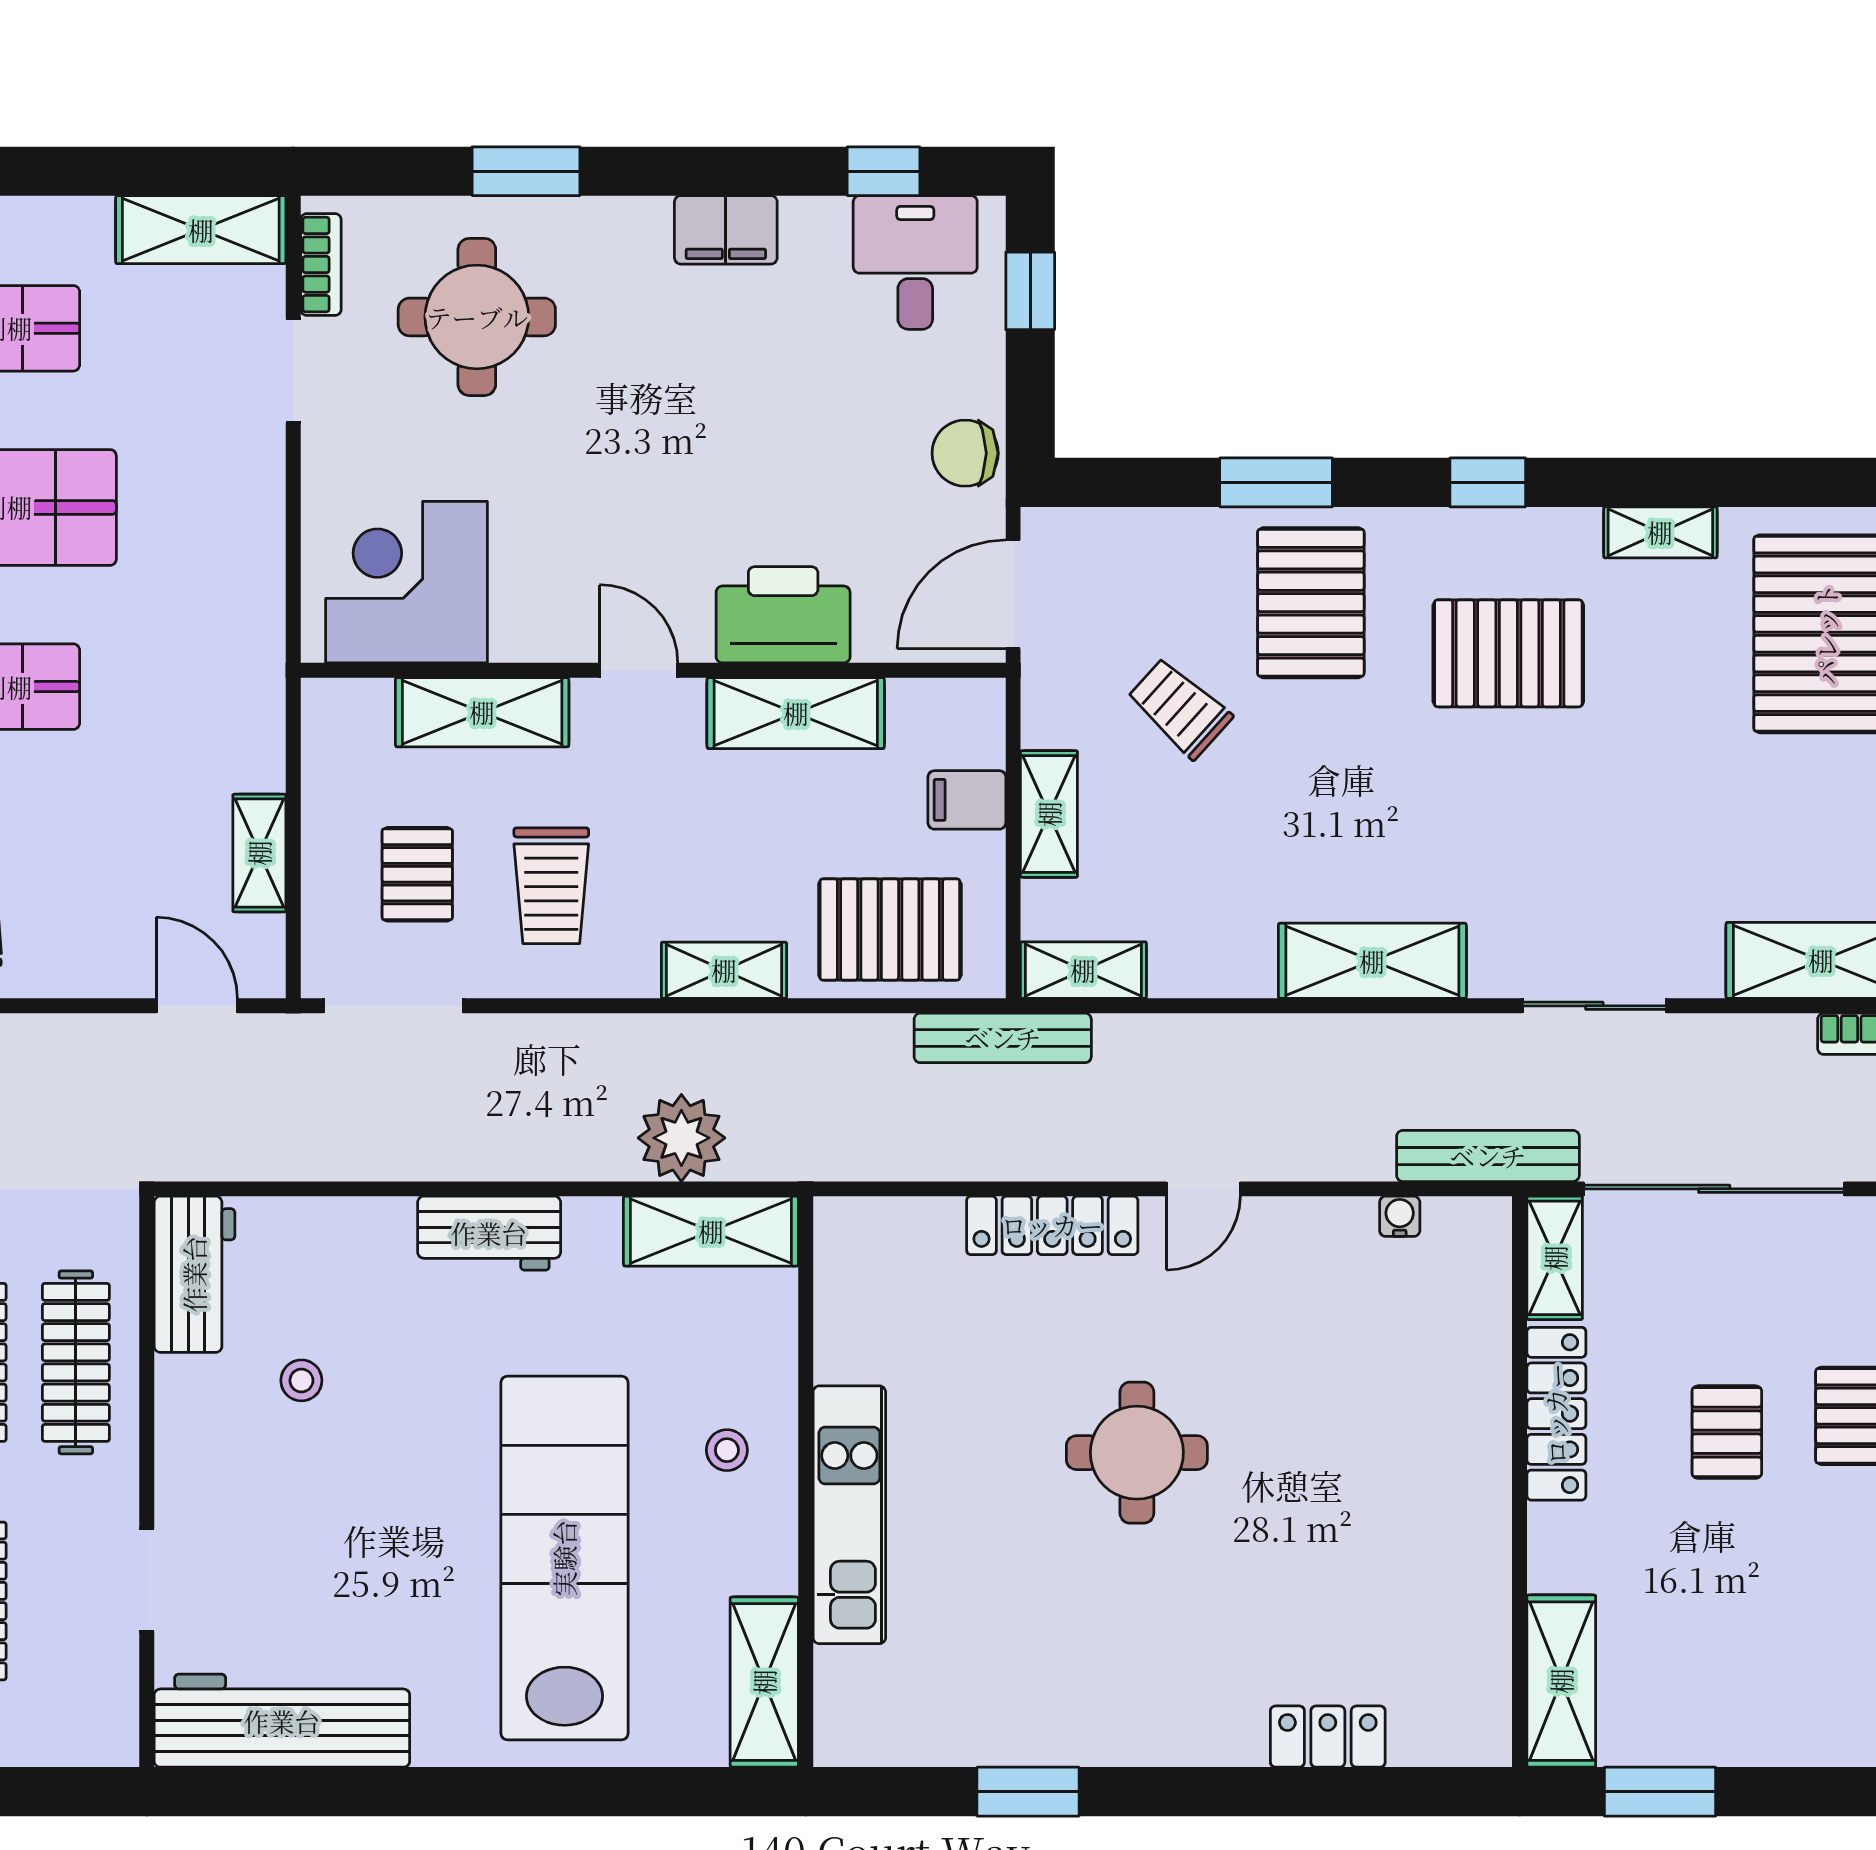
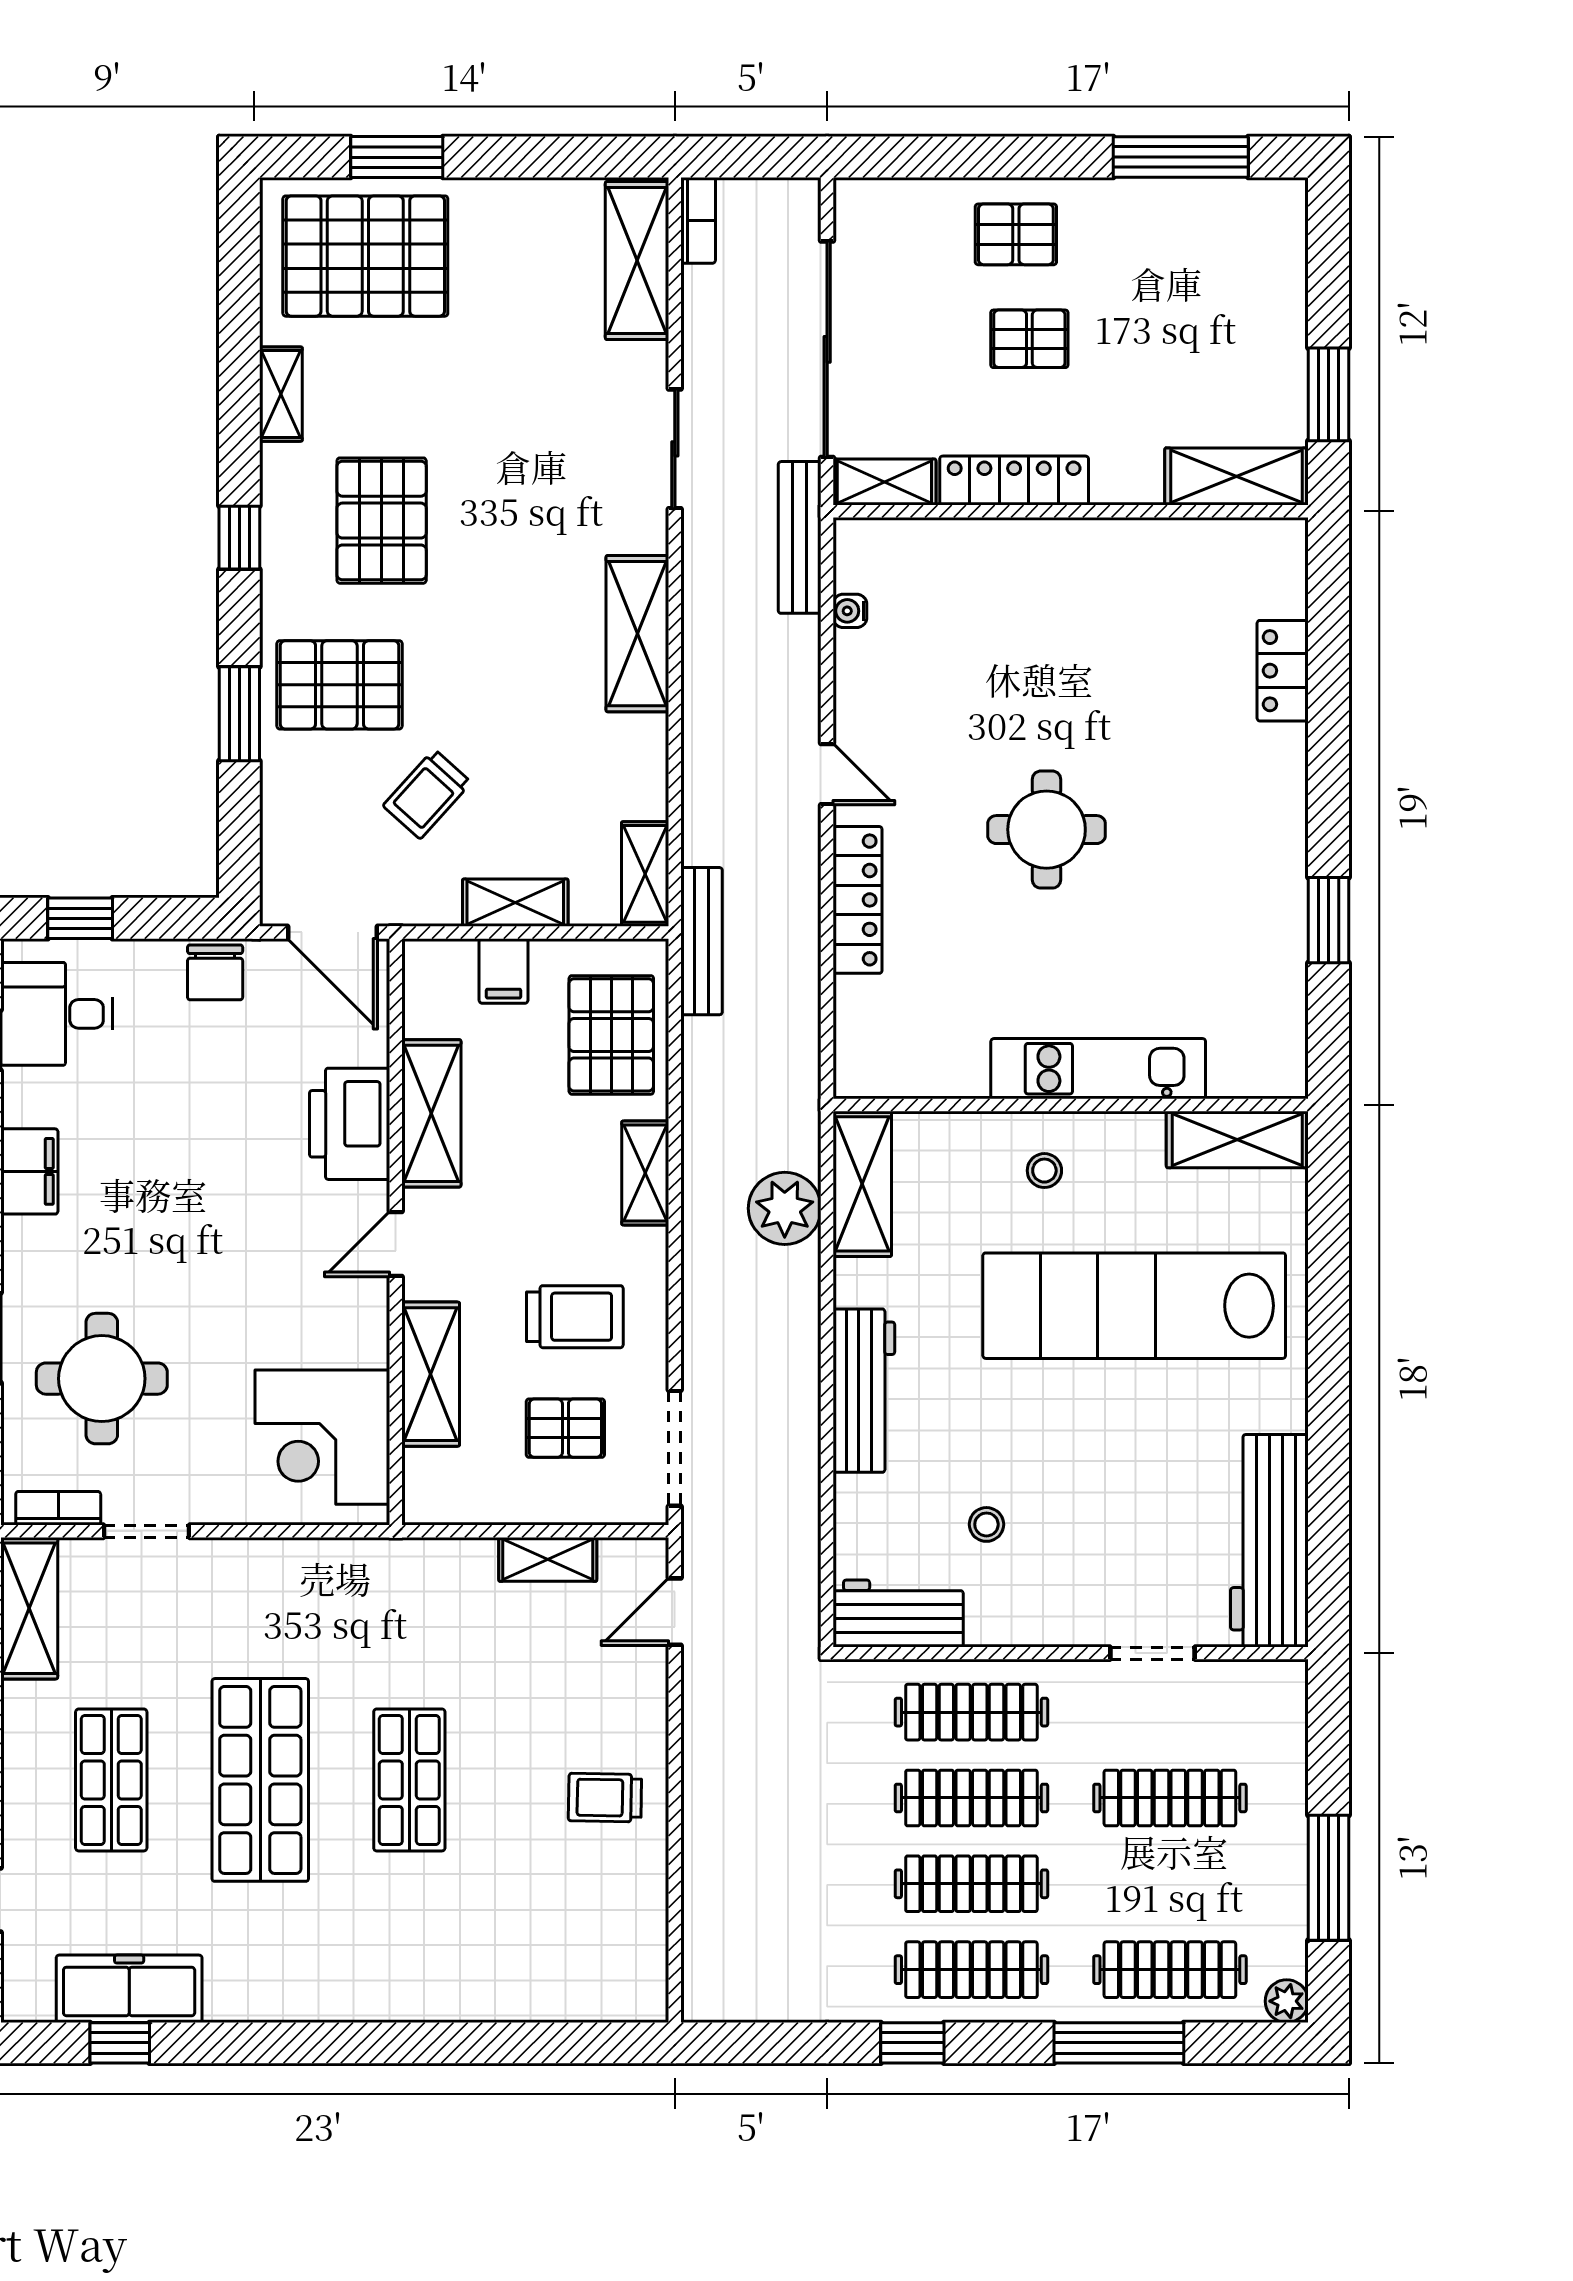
workbench: (489, 1233) -> (864, 1391), width x1.37

